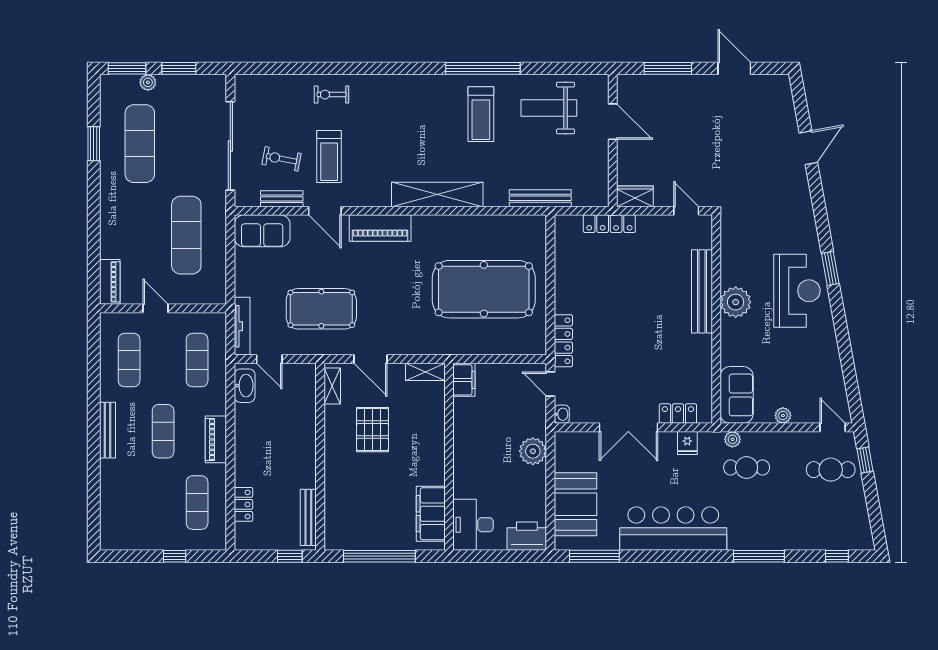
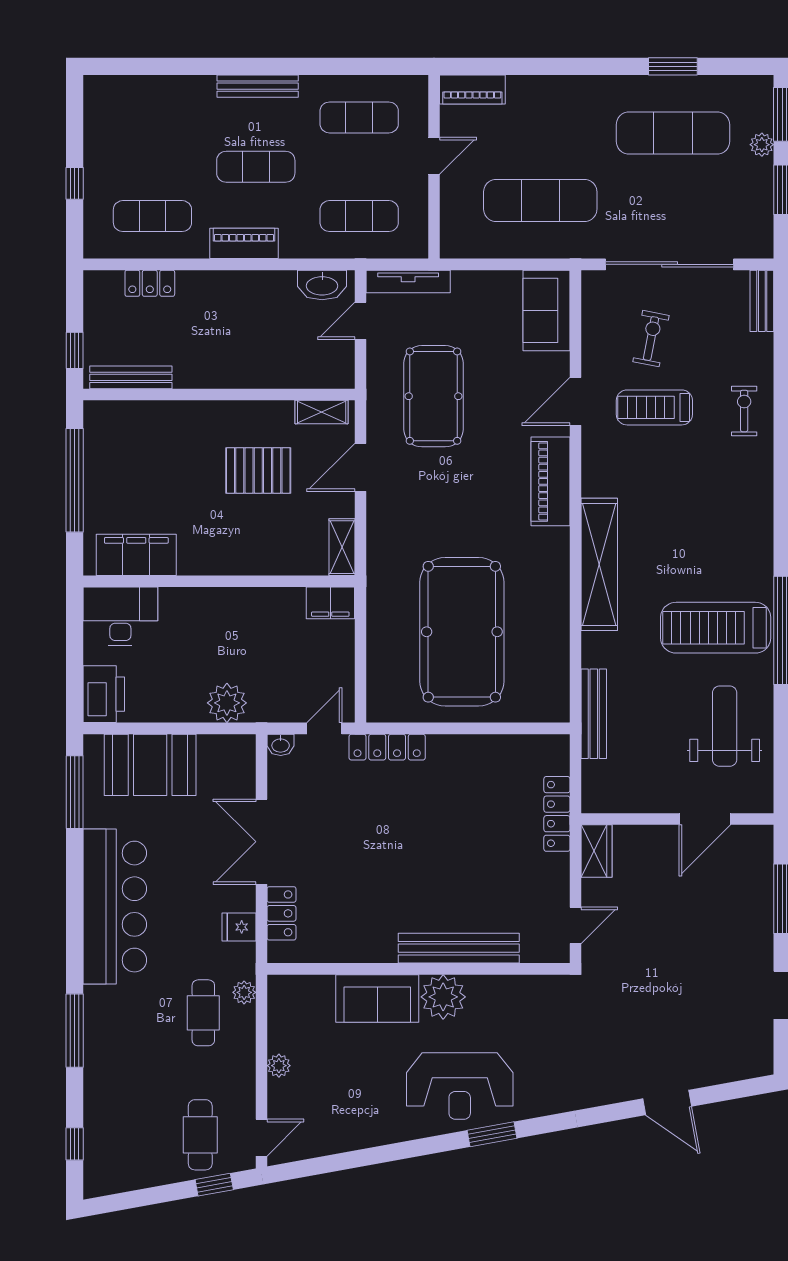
treadmill: (481, 114) -> (716, 628), width x1.37, depth x1.38
bench: (282, 199) -> (762, 301), moved
sofa: (737, 395) -> (377, 998), moved

